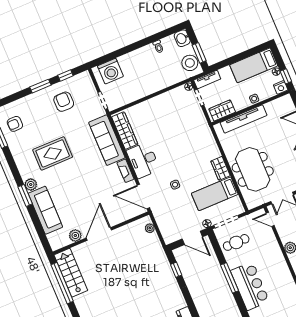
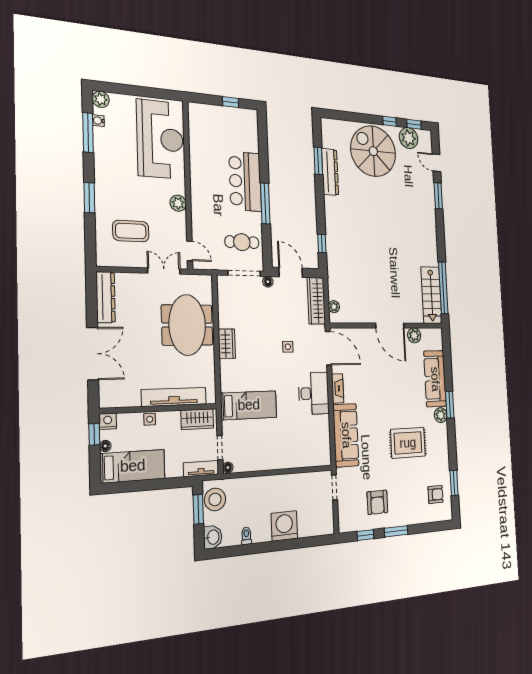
washing machine: (110, 71) -> (284, 526), moved
wardrobe: (125, 131) -> (316, 301), moved
bed: (215, 194) -> (249, 405), moved
door: (99, 234) -> (390, 326), hinge flipped

